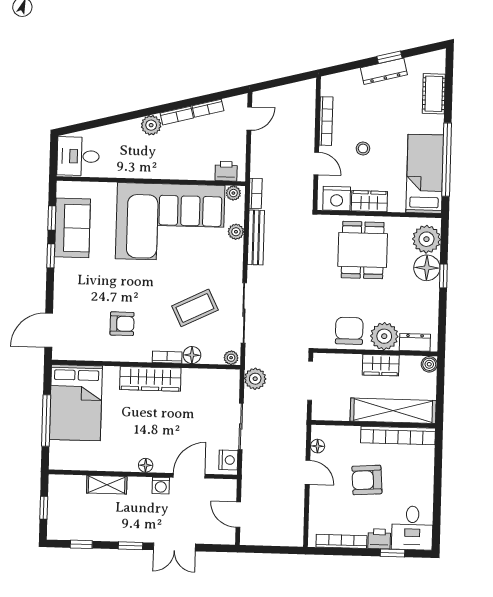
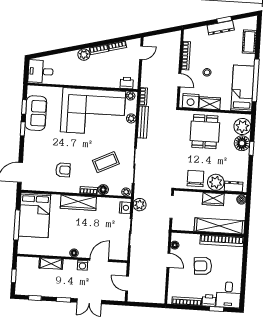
nightstand: (228, 460) -> (125, 208), moved

